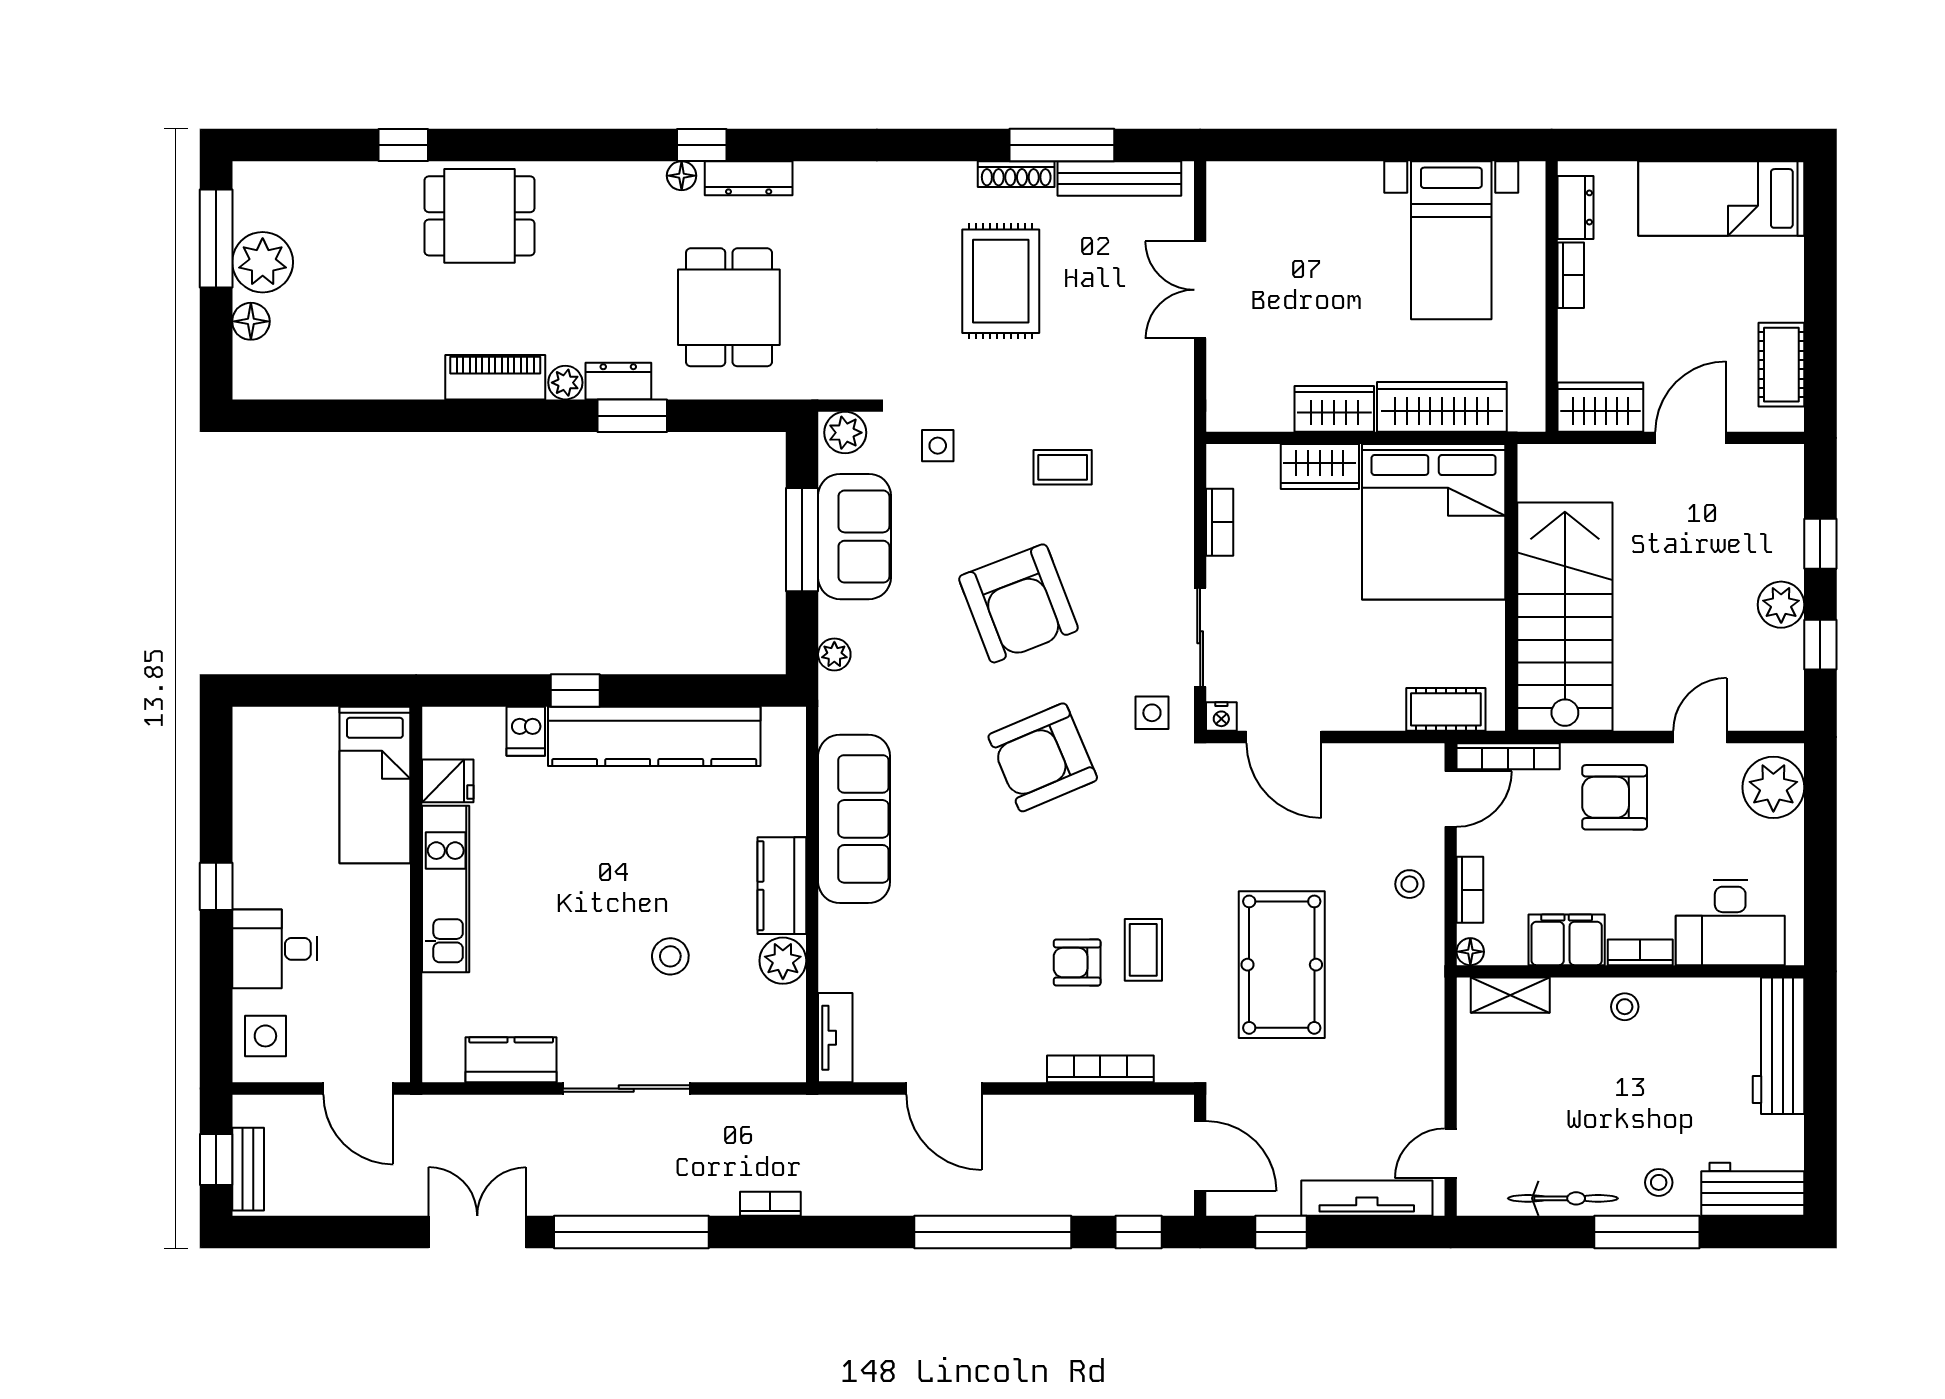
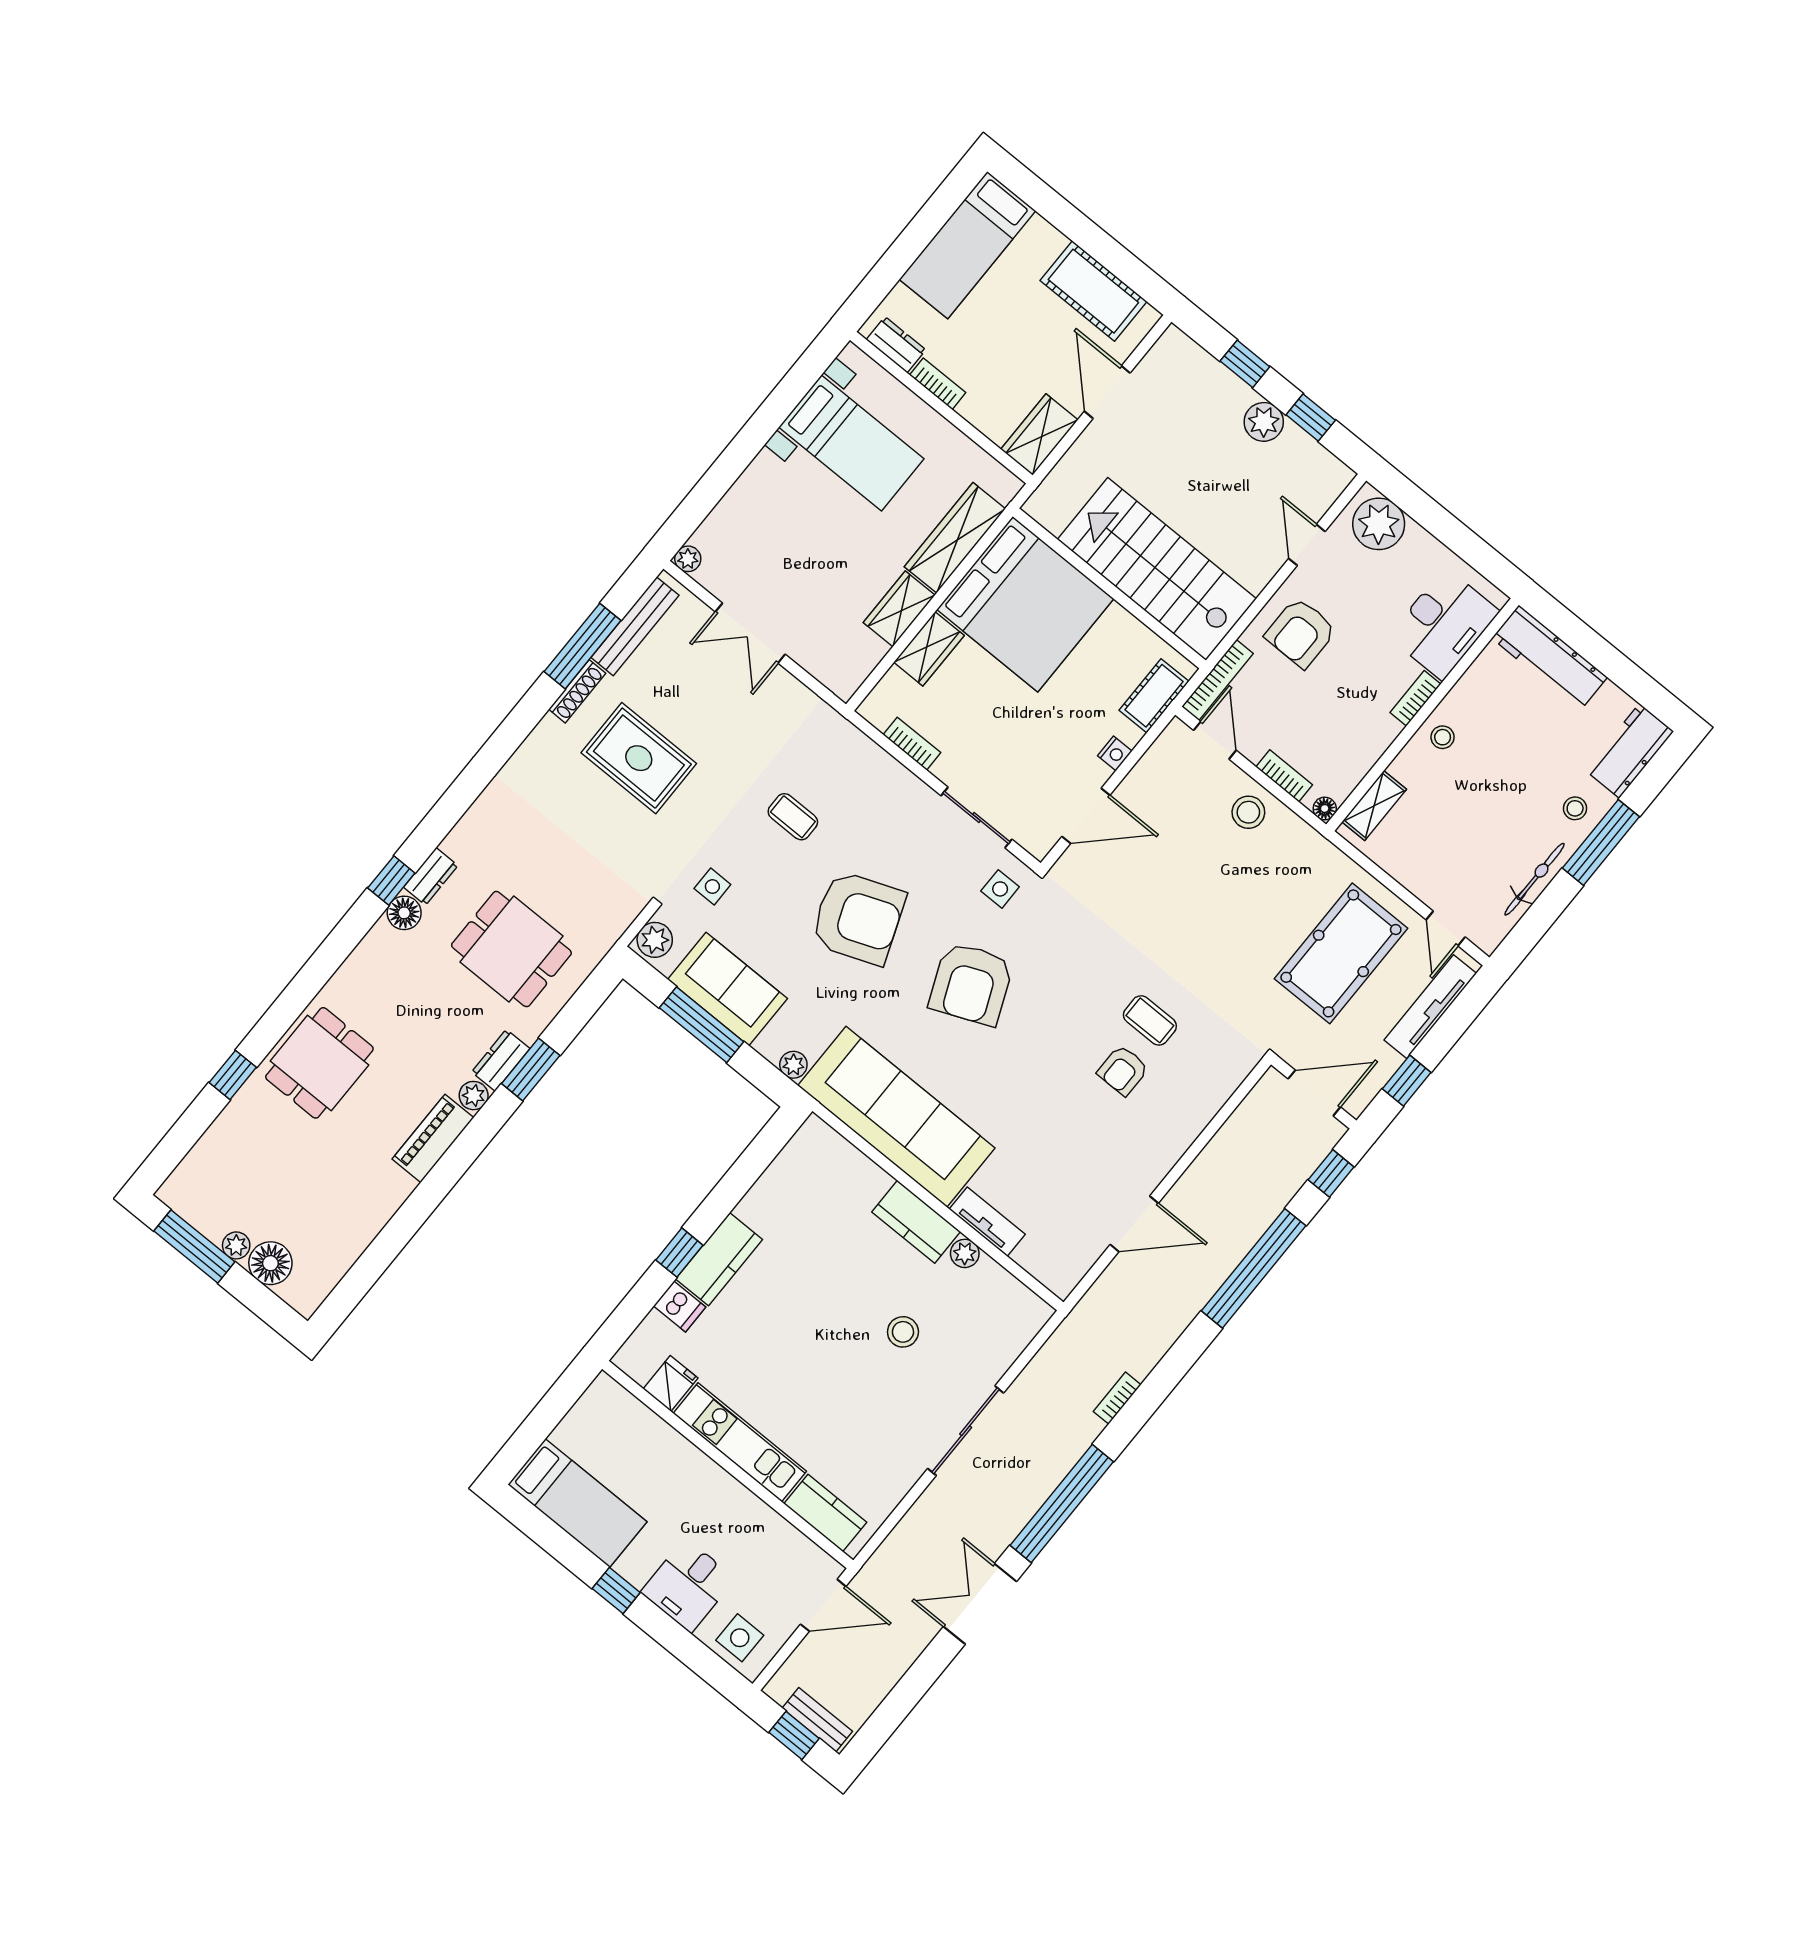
floor lamp: (682, 176) -> (404, 913), width x1.37, depth x1.37
plant: (1221, 176) -> (688, 559), added
dresser: (749, 178) -> (431, 876), width x0.70
plant: (263, 262) -> (236, 1245), width x0.53, depth x0.53
floor lamp: (251, 321) -> (270, 1263), width x1.38, depth x1.38
cot: (1781, 365) -> (1093, 291), width x1.37, depth x1.34
coffee table: (1063, 467) -> (793, 817), turned 90
nightstand: (1221, 717) -> (1115, 753), moved
kitchen counter: (654, 736) -> (719, 1259), width x0.48, depth x0.86
bed: (375, 785) -> (577, 1503), moved
sofa: (854, 819) -> (896, 1117), width x1.36, depth x1.27
stool: (1409, 884) -> (1248, 812), width x1.37, depth x1.37
filing cabinet: (1567, 940) -> (1368, 739), removed
plant: (783, 961) -> (965, 1253), width x0.73, depth x0.73
pool table: (1282, 965) -> (1341, 953), moved, turned 90
tv unit: (835, 1038) -> (987, 1222), moved
kitchen counter: (511, 1060) -> (825, 1513), moved, turned 90
bookcase: (1100, 1069) -> (1205, 1112), removed

